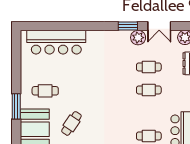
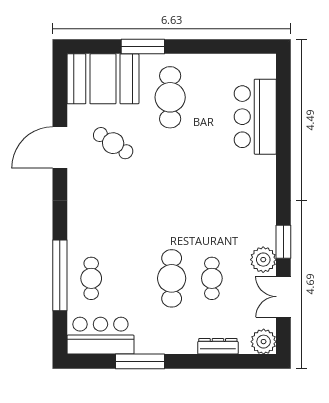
bar counter: (56, 42) -> (255, 117), width x0.73
cafe table: (149, 90) -> (172, 278), width x1.37, depth x1.35
cafe table: (45, 91) -> (170, 97), width x1.37, depth x1.35

